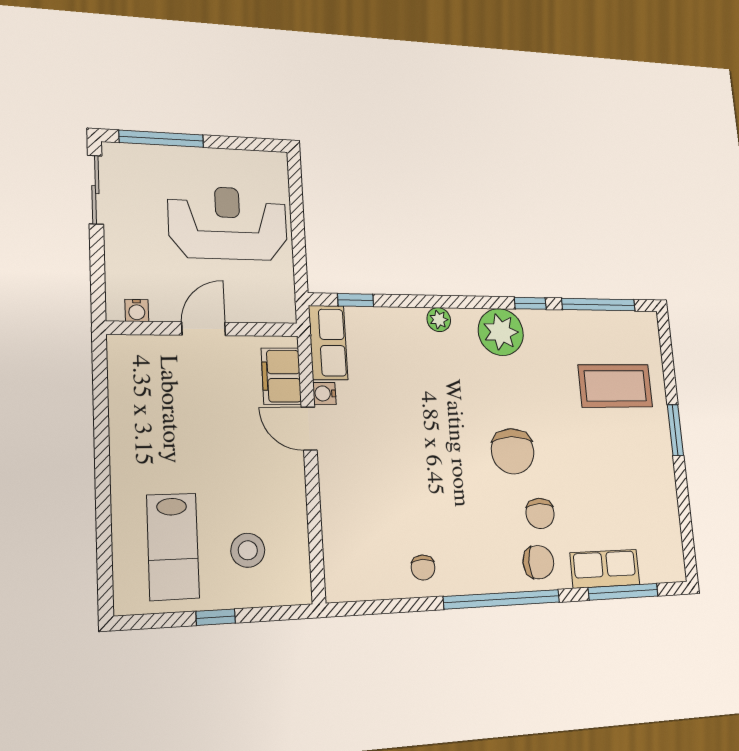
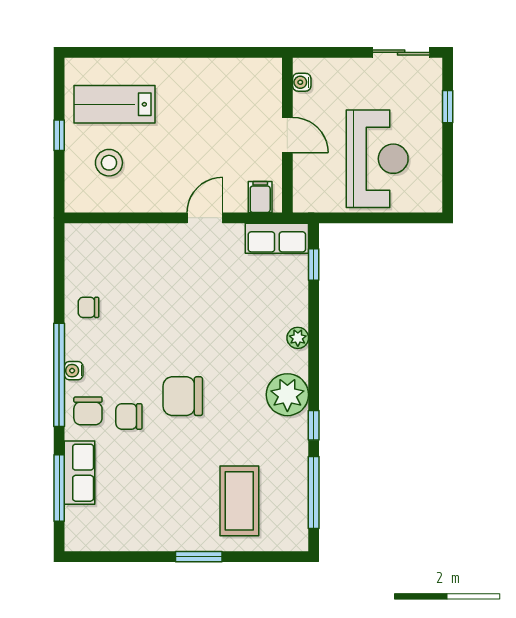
window: (162, 139) -> (448, 107), width x0.46
filing cabinet: (281, 376) -> (260, 197), width x0.50
water cooler: (324, 393) -> (74, 371), moved, turned -90

